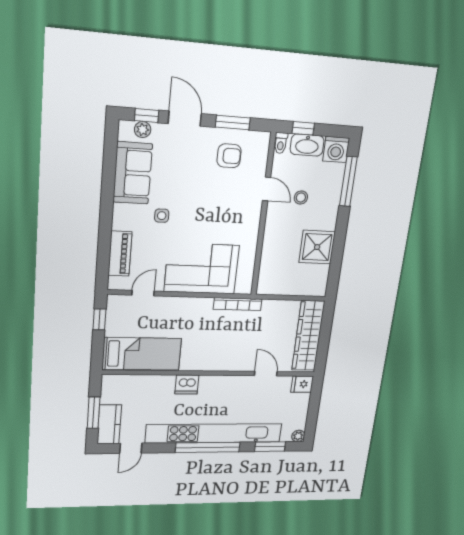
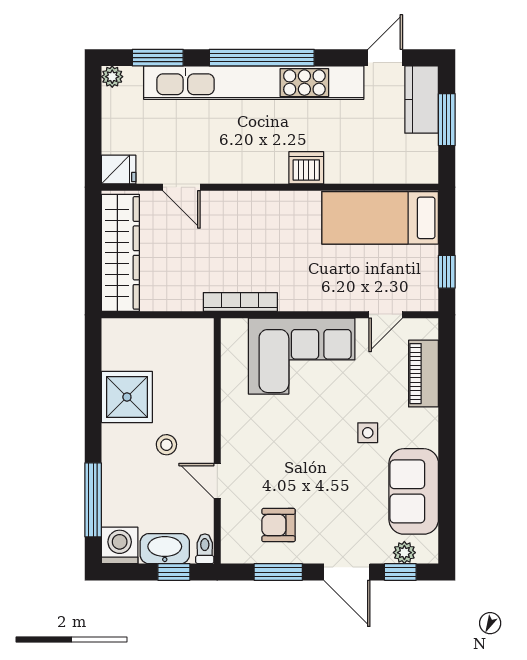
stool: (301, 197) -> (166, 445), moved

